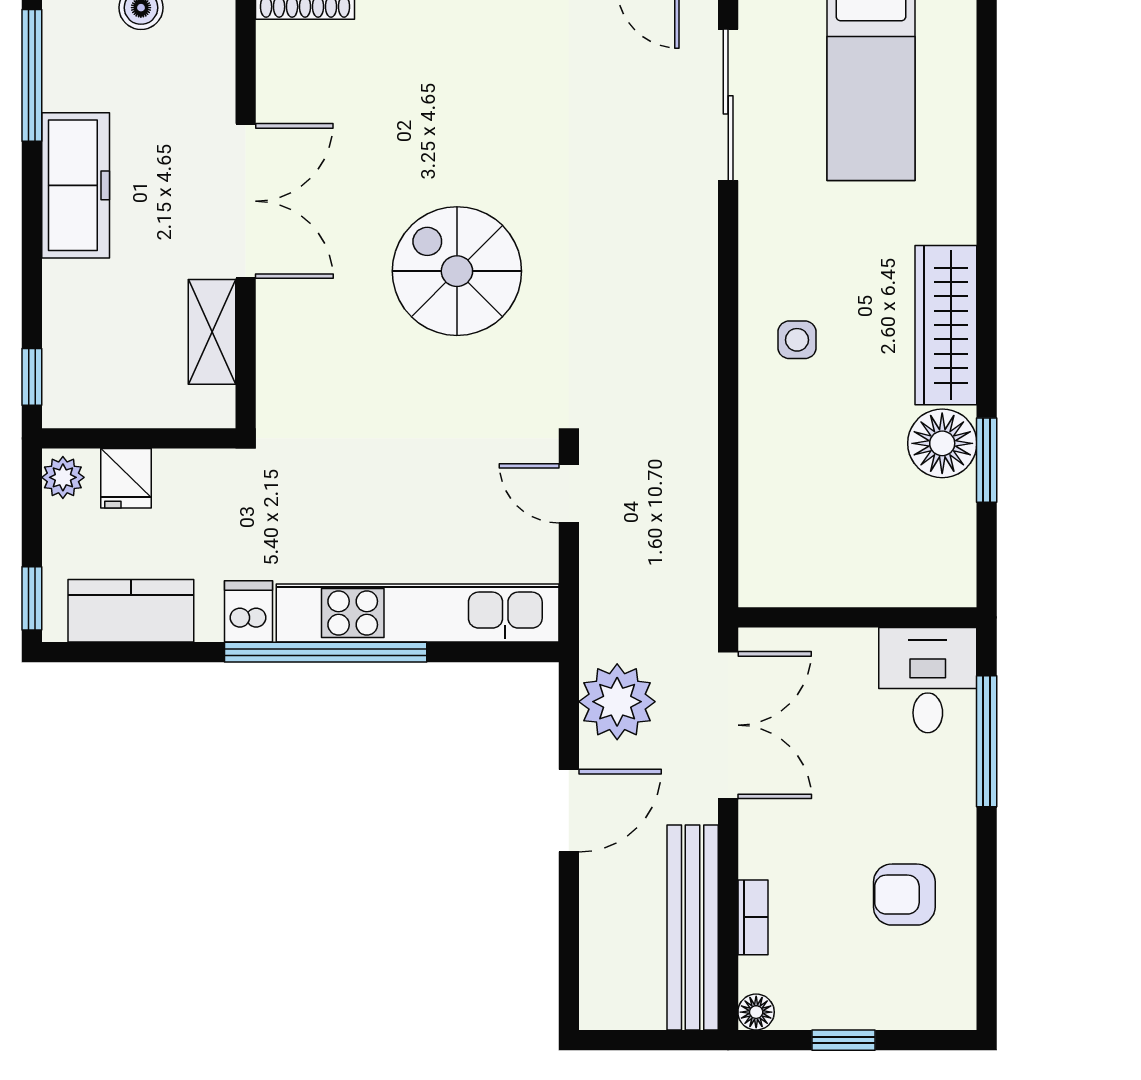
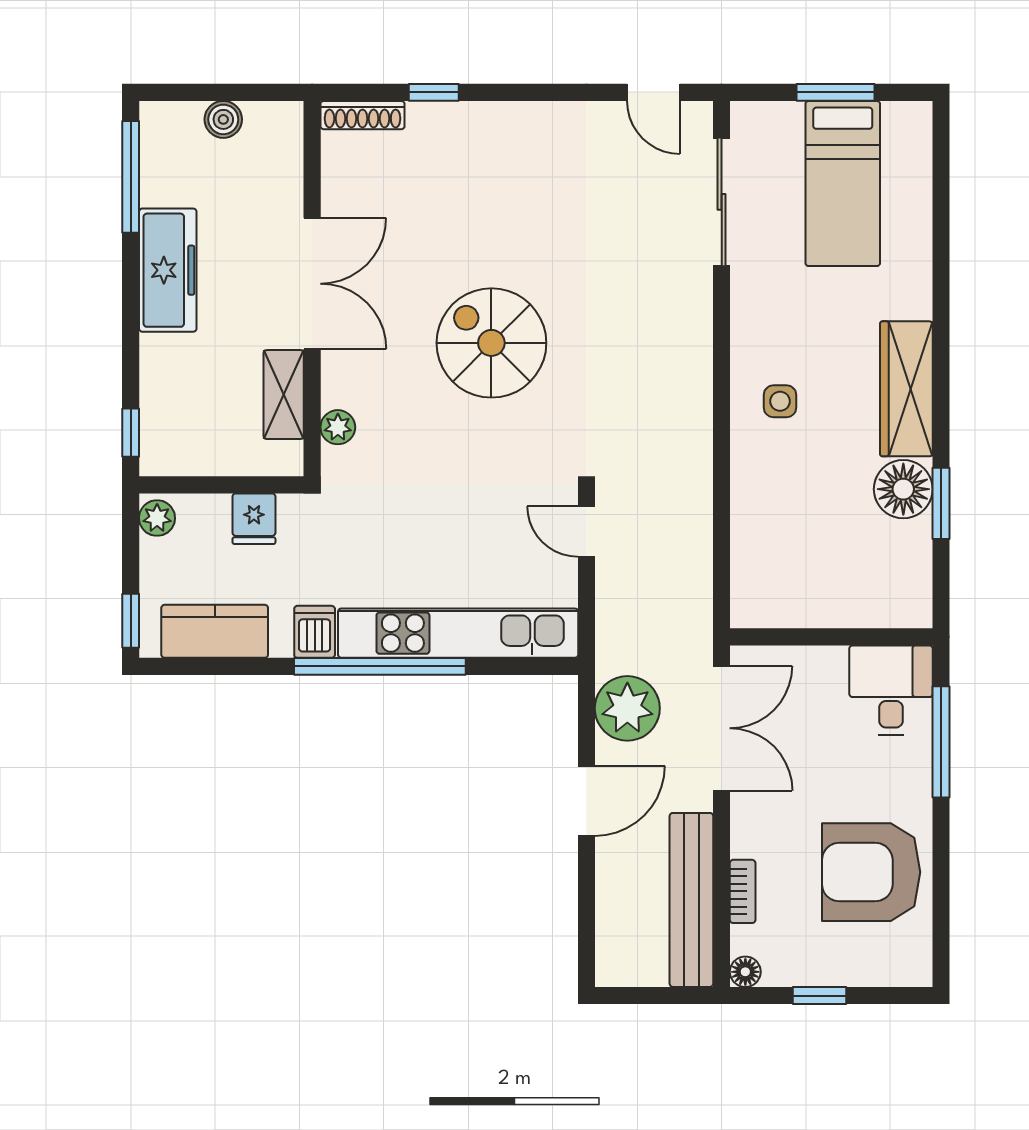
plant: (276, 370) -> (338, 427), added
fridge: (126, 478) -> (254, 519), moved
armchair: (904, 895) -> (871, 872), width x1.88, depth x1.88

